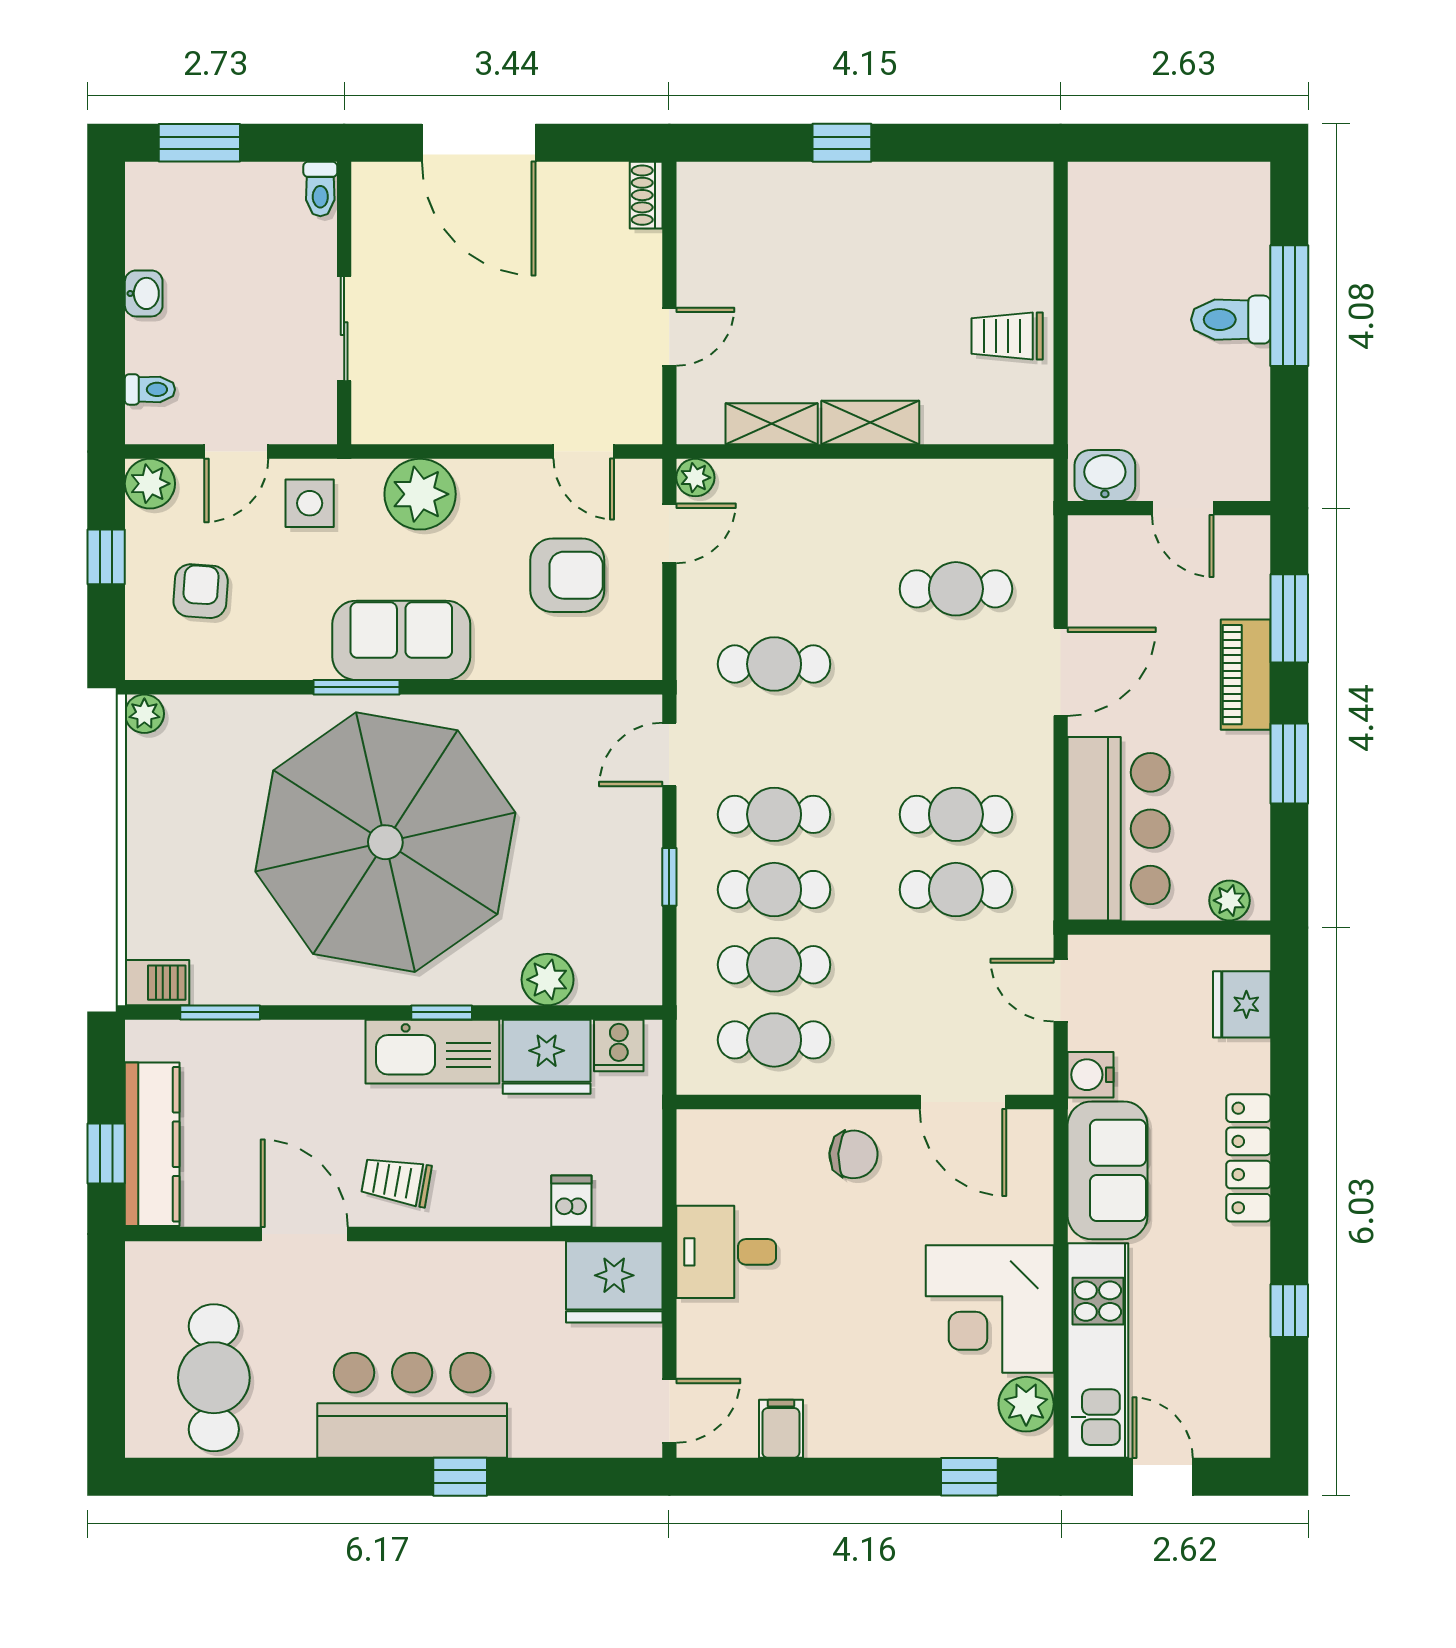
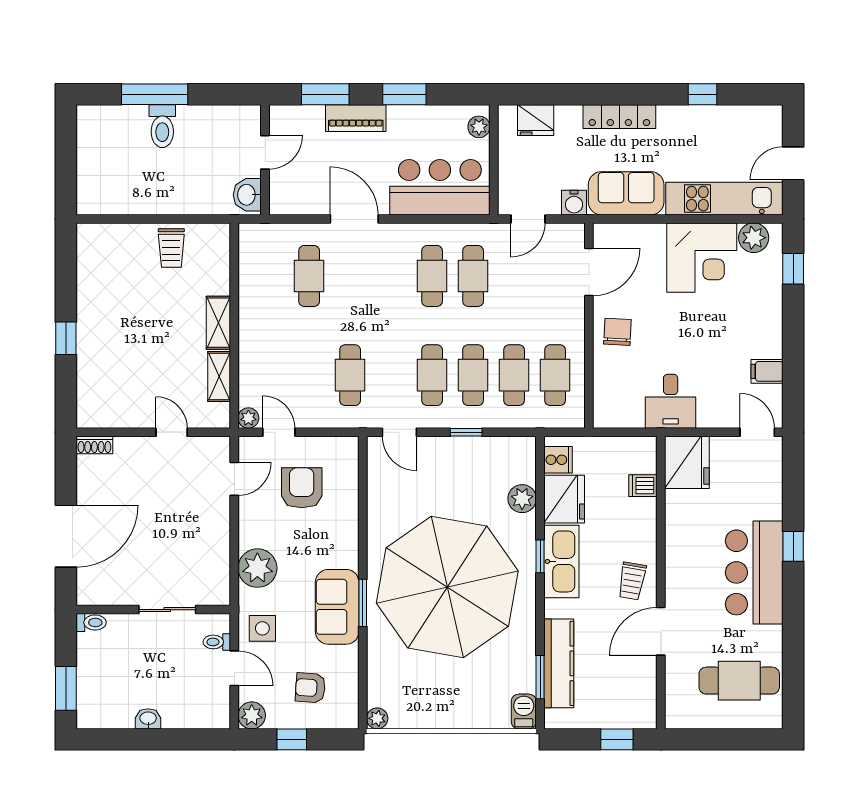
toilet: (150, 389) -> (217, 642), moved, turned -90
sofa: (401, 640) -> (337, 607), moved
kitchen counter: (152, 1144) -> (559, 663), moved, turned 90

